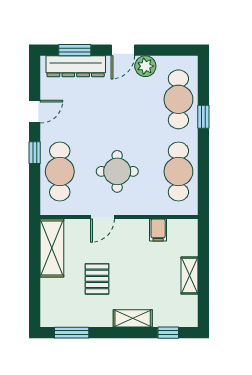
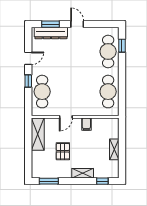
door: (123, 50) -> (77, 24), swing flipped
plant: (145, 66) -> (90, 33), removed
window: (203, 117) -> (122, 46), moved
round table: (117, 171) -> (74, 92), removed
filing cabinet: (158, 230) -> (86, 124), moved

